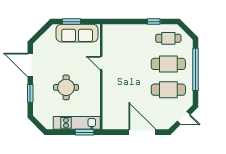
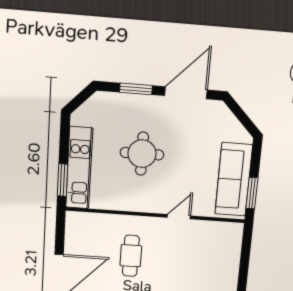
window: (71, 22) -> (252, 193), moved
cafe table: (127, 90) -> (131, 256), added

